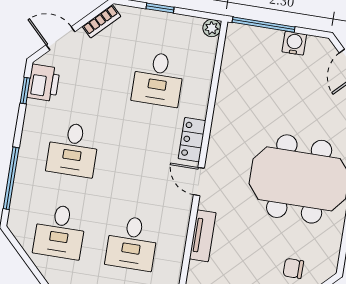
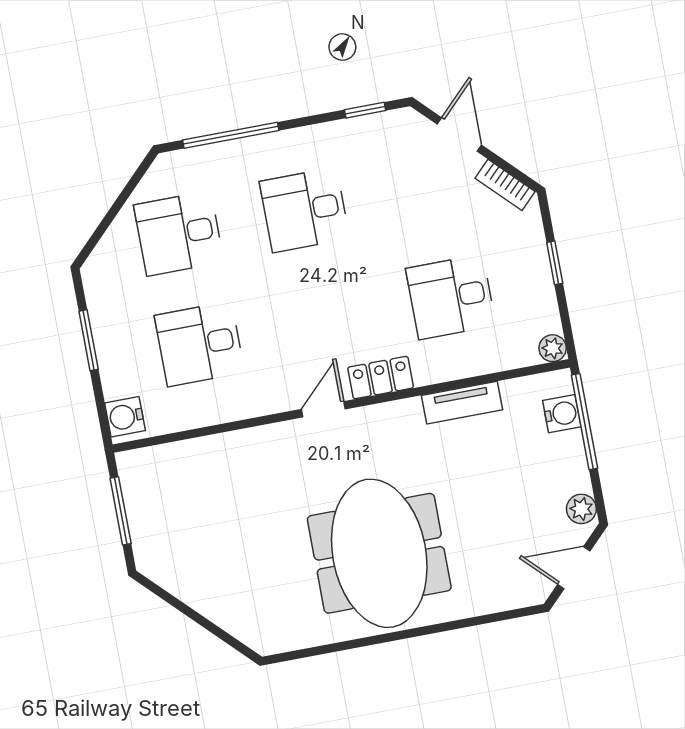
water cooler: (294, 43) -> (562, 414), moved
plant: (316, 46) -> (581, 509), added
printer: (44, 83) -> (386, 133), removed
tv unit: (203, 236) -> (462, 403), moved
chair: (293, 268) -> (247, 591), removed

